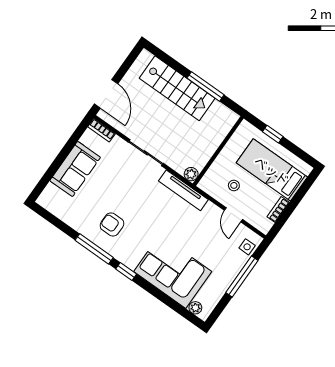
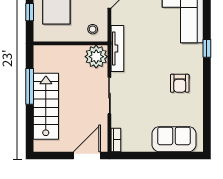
sofa: (75, 169) -> (174, 139), moved
plant: (191, 174) -> (96, 57), width x1.88, depth x1.88
stool: (234, 185) -> (93, 29), moved
window: (94, 249) -> (207, 84), removed

